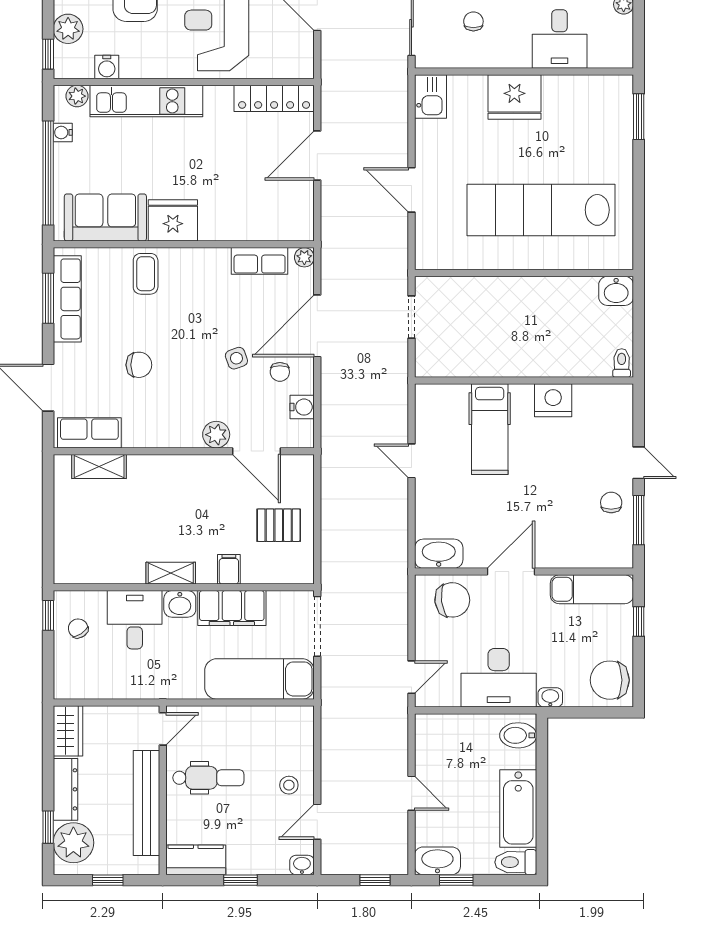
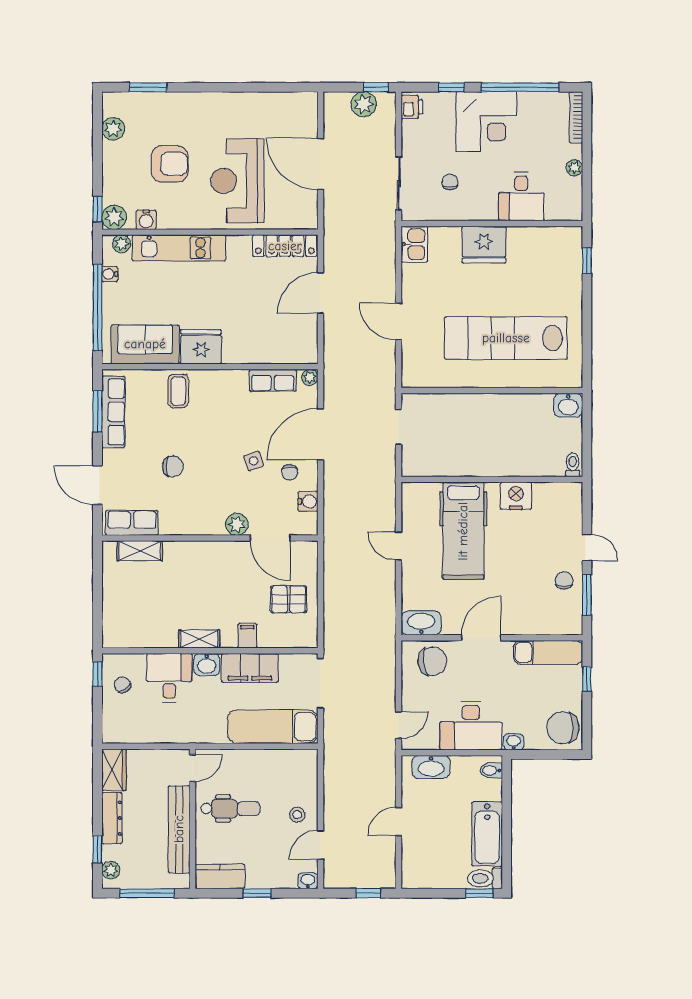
plant: (68, 29) -> (114, 217), moved
window: (639, 117) -> (587, 261), width x0.67
hospital bed: (490, 429) -> (463, 531), width x1.37, depth x1.29
bidet: (518, 735) -> (491, 770), width x0.72, depth x0.74
door: (411, 793) -> (399, 821), swing flipped
plant: (73, 843) -> (111, 870), width x0.53, depth x0.53
washbasin: (437, 861) -> (431, 767), moved, turned 180
window: (108, 880) -> (147, 893), width x2.17
window: (456, 880) -> (480, 893), moved

